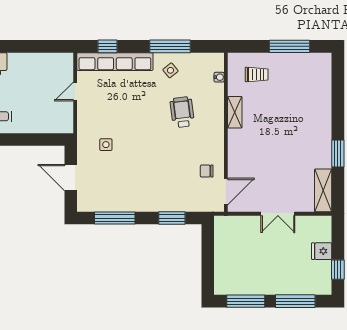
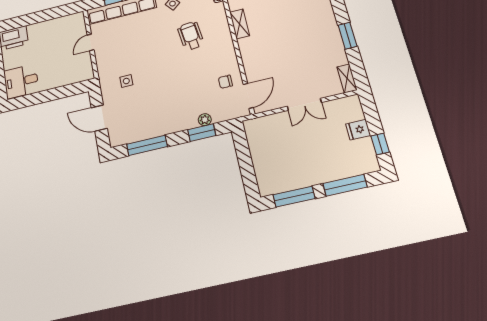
shelving: (323, 190) -> (347, 78), width x0.67, depth x0.75
plant: (178, 205) -> (205, 120), added

